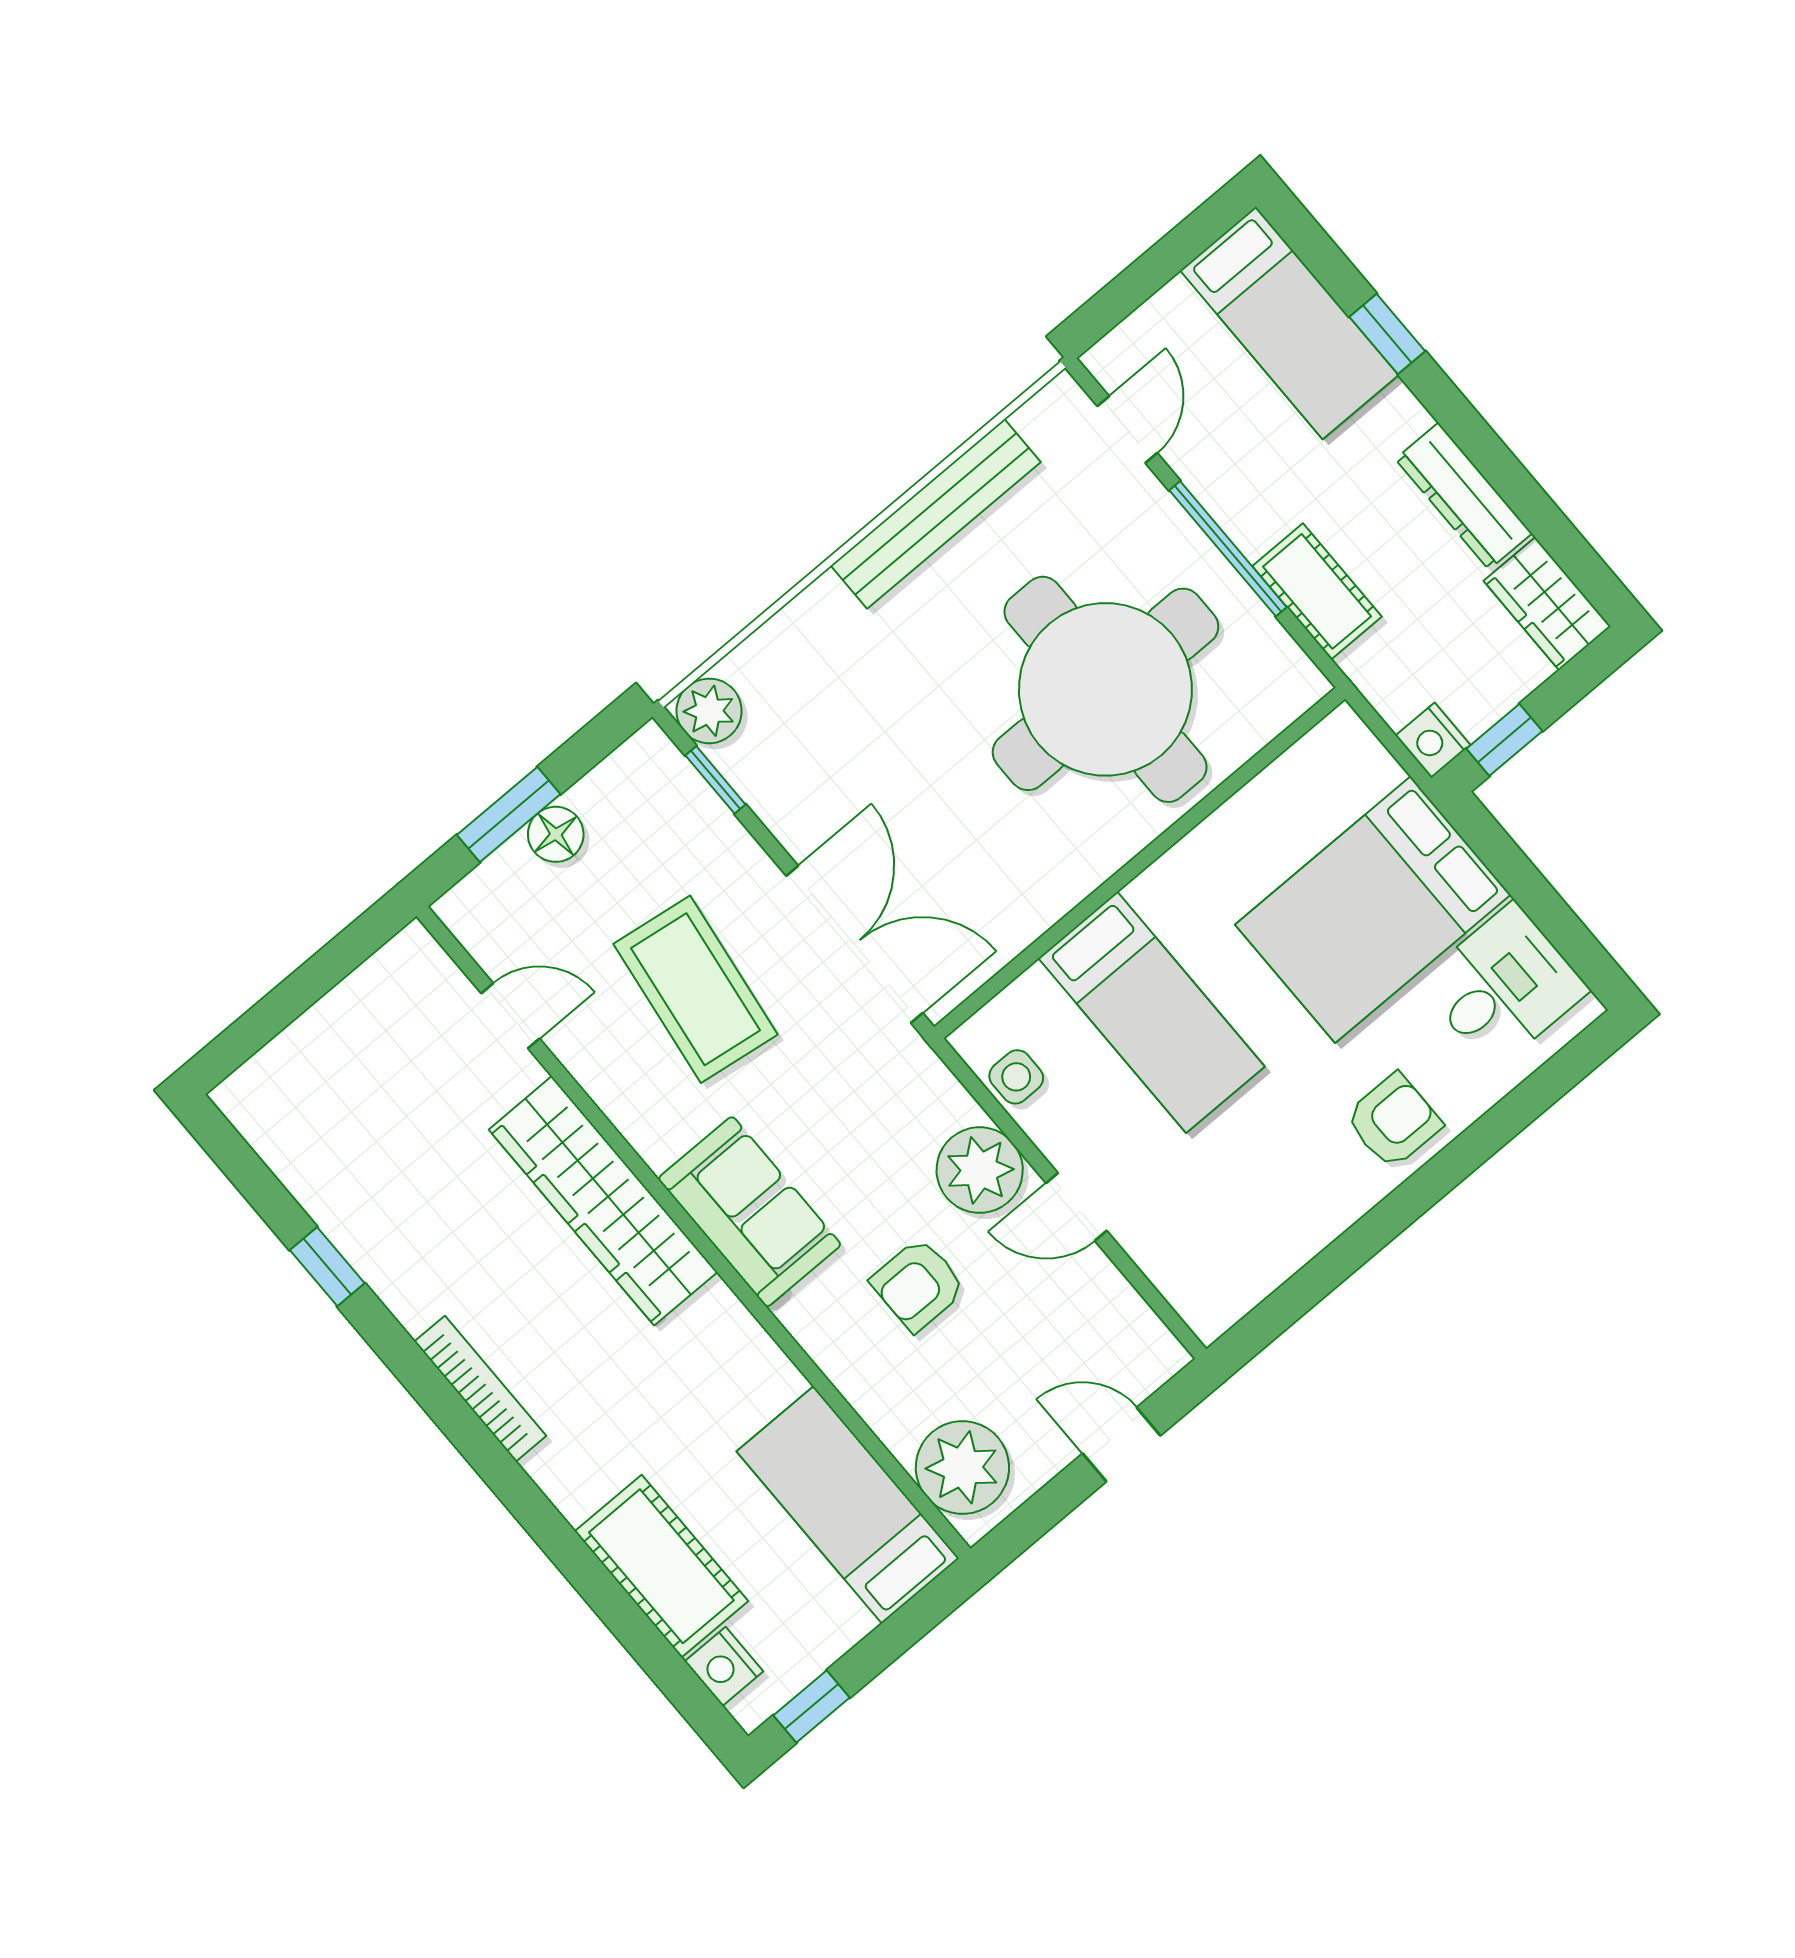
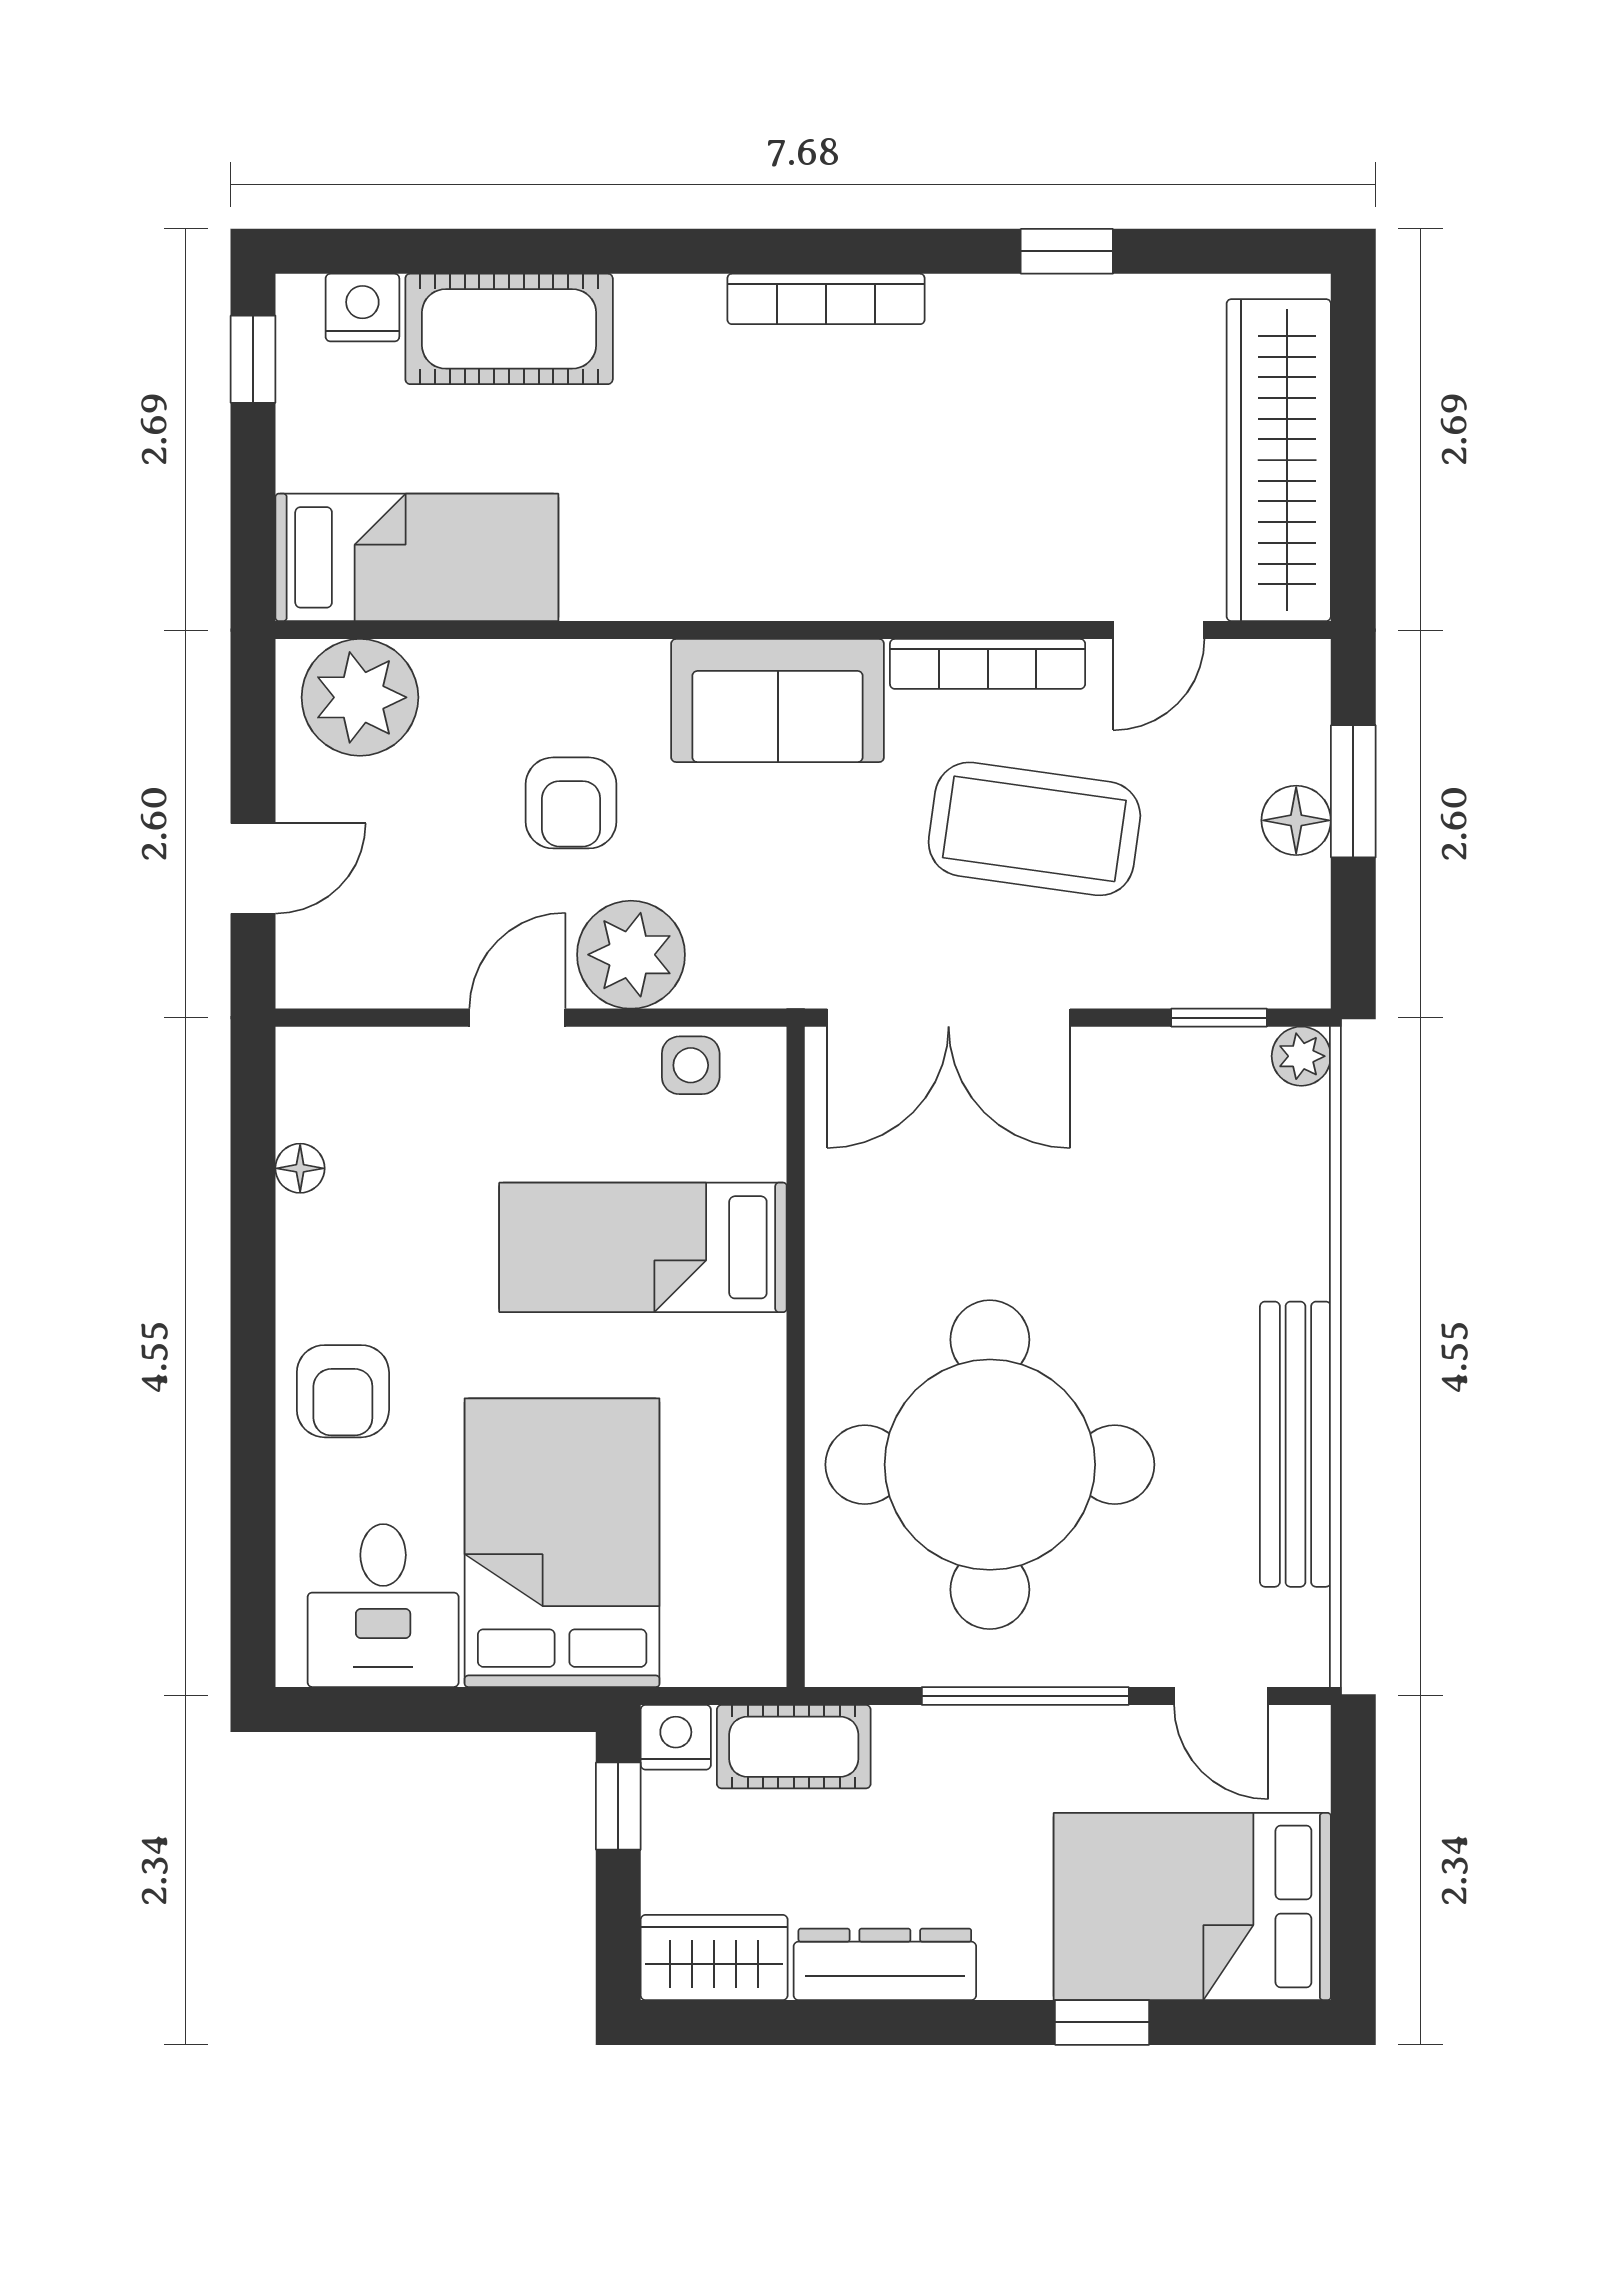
bed: (1289, 323) -> (1192, 1907), width x1.50
cot: (1317, 591) -> (794, 1747), moved
plant: (709, 711) -> (1301, 1056), width x0.73, depth x0.73
bookcase: (619, 1103) -> (988, 664), added
wardrobe: (603, 1201) -> (1279, 460), moved, turned -90
floor lamp: (1280, 1262) -> (300, 1168), added
armchair: (918, 1285) -> (571, 803), turned 180

